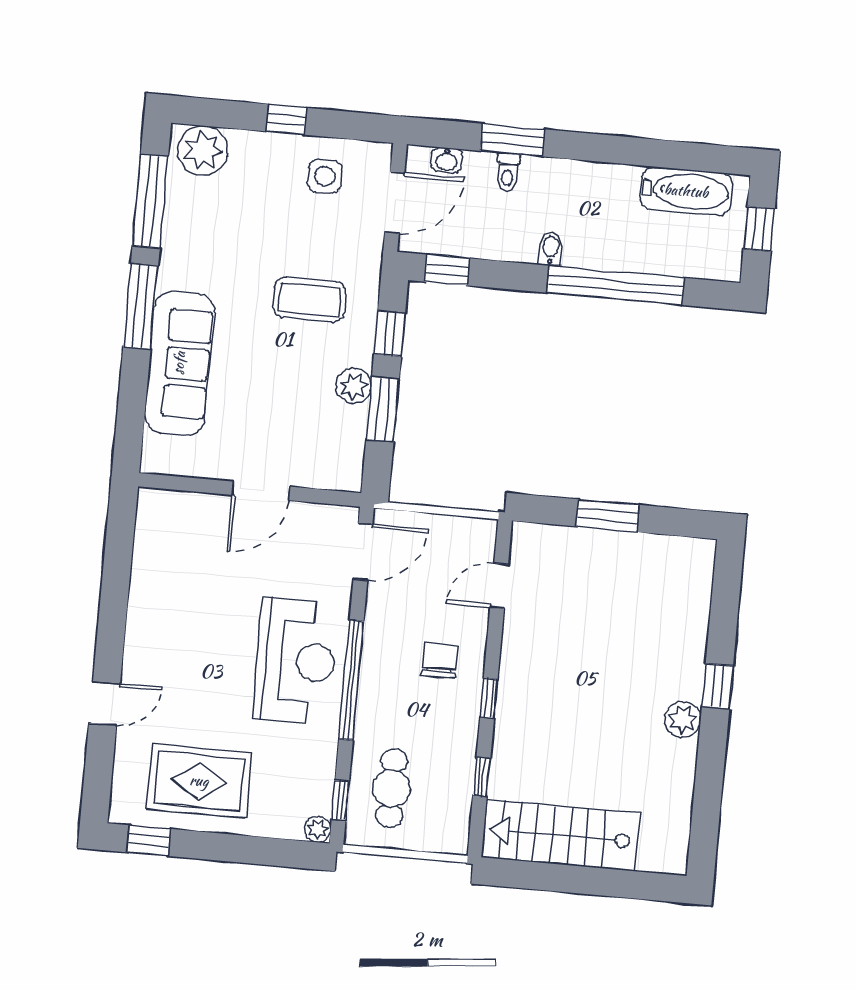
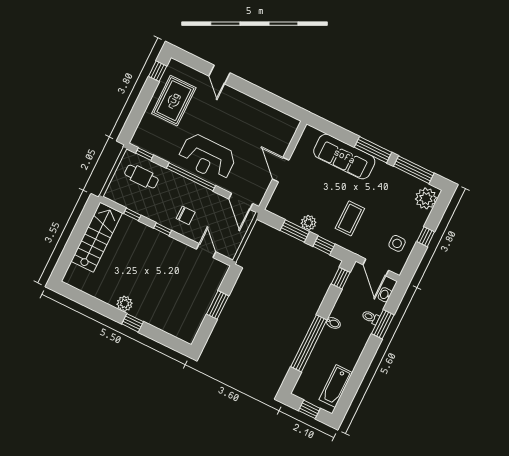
plant: (318, 829) -> (136, 141), removed

